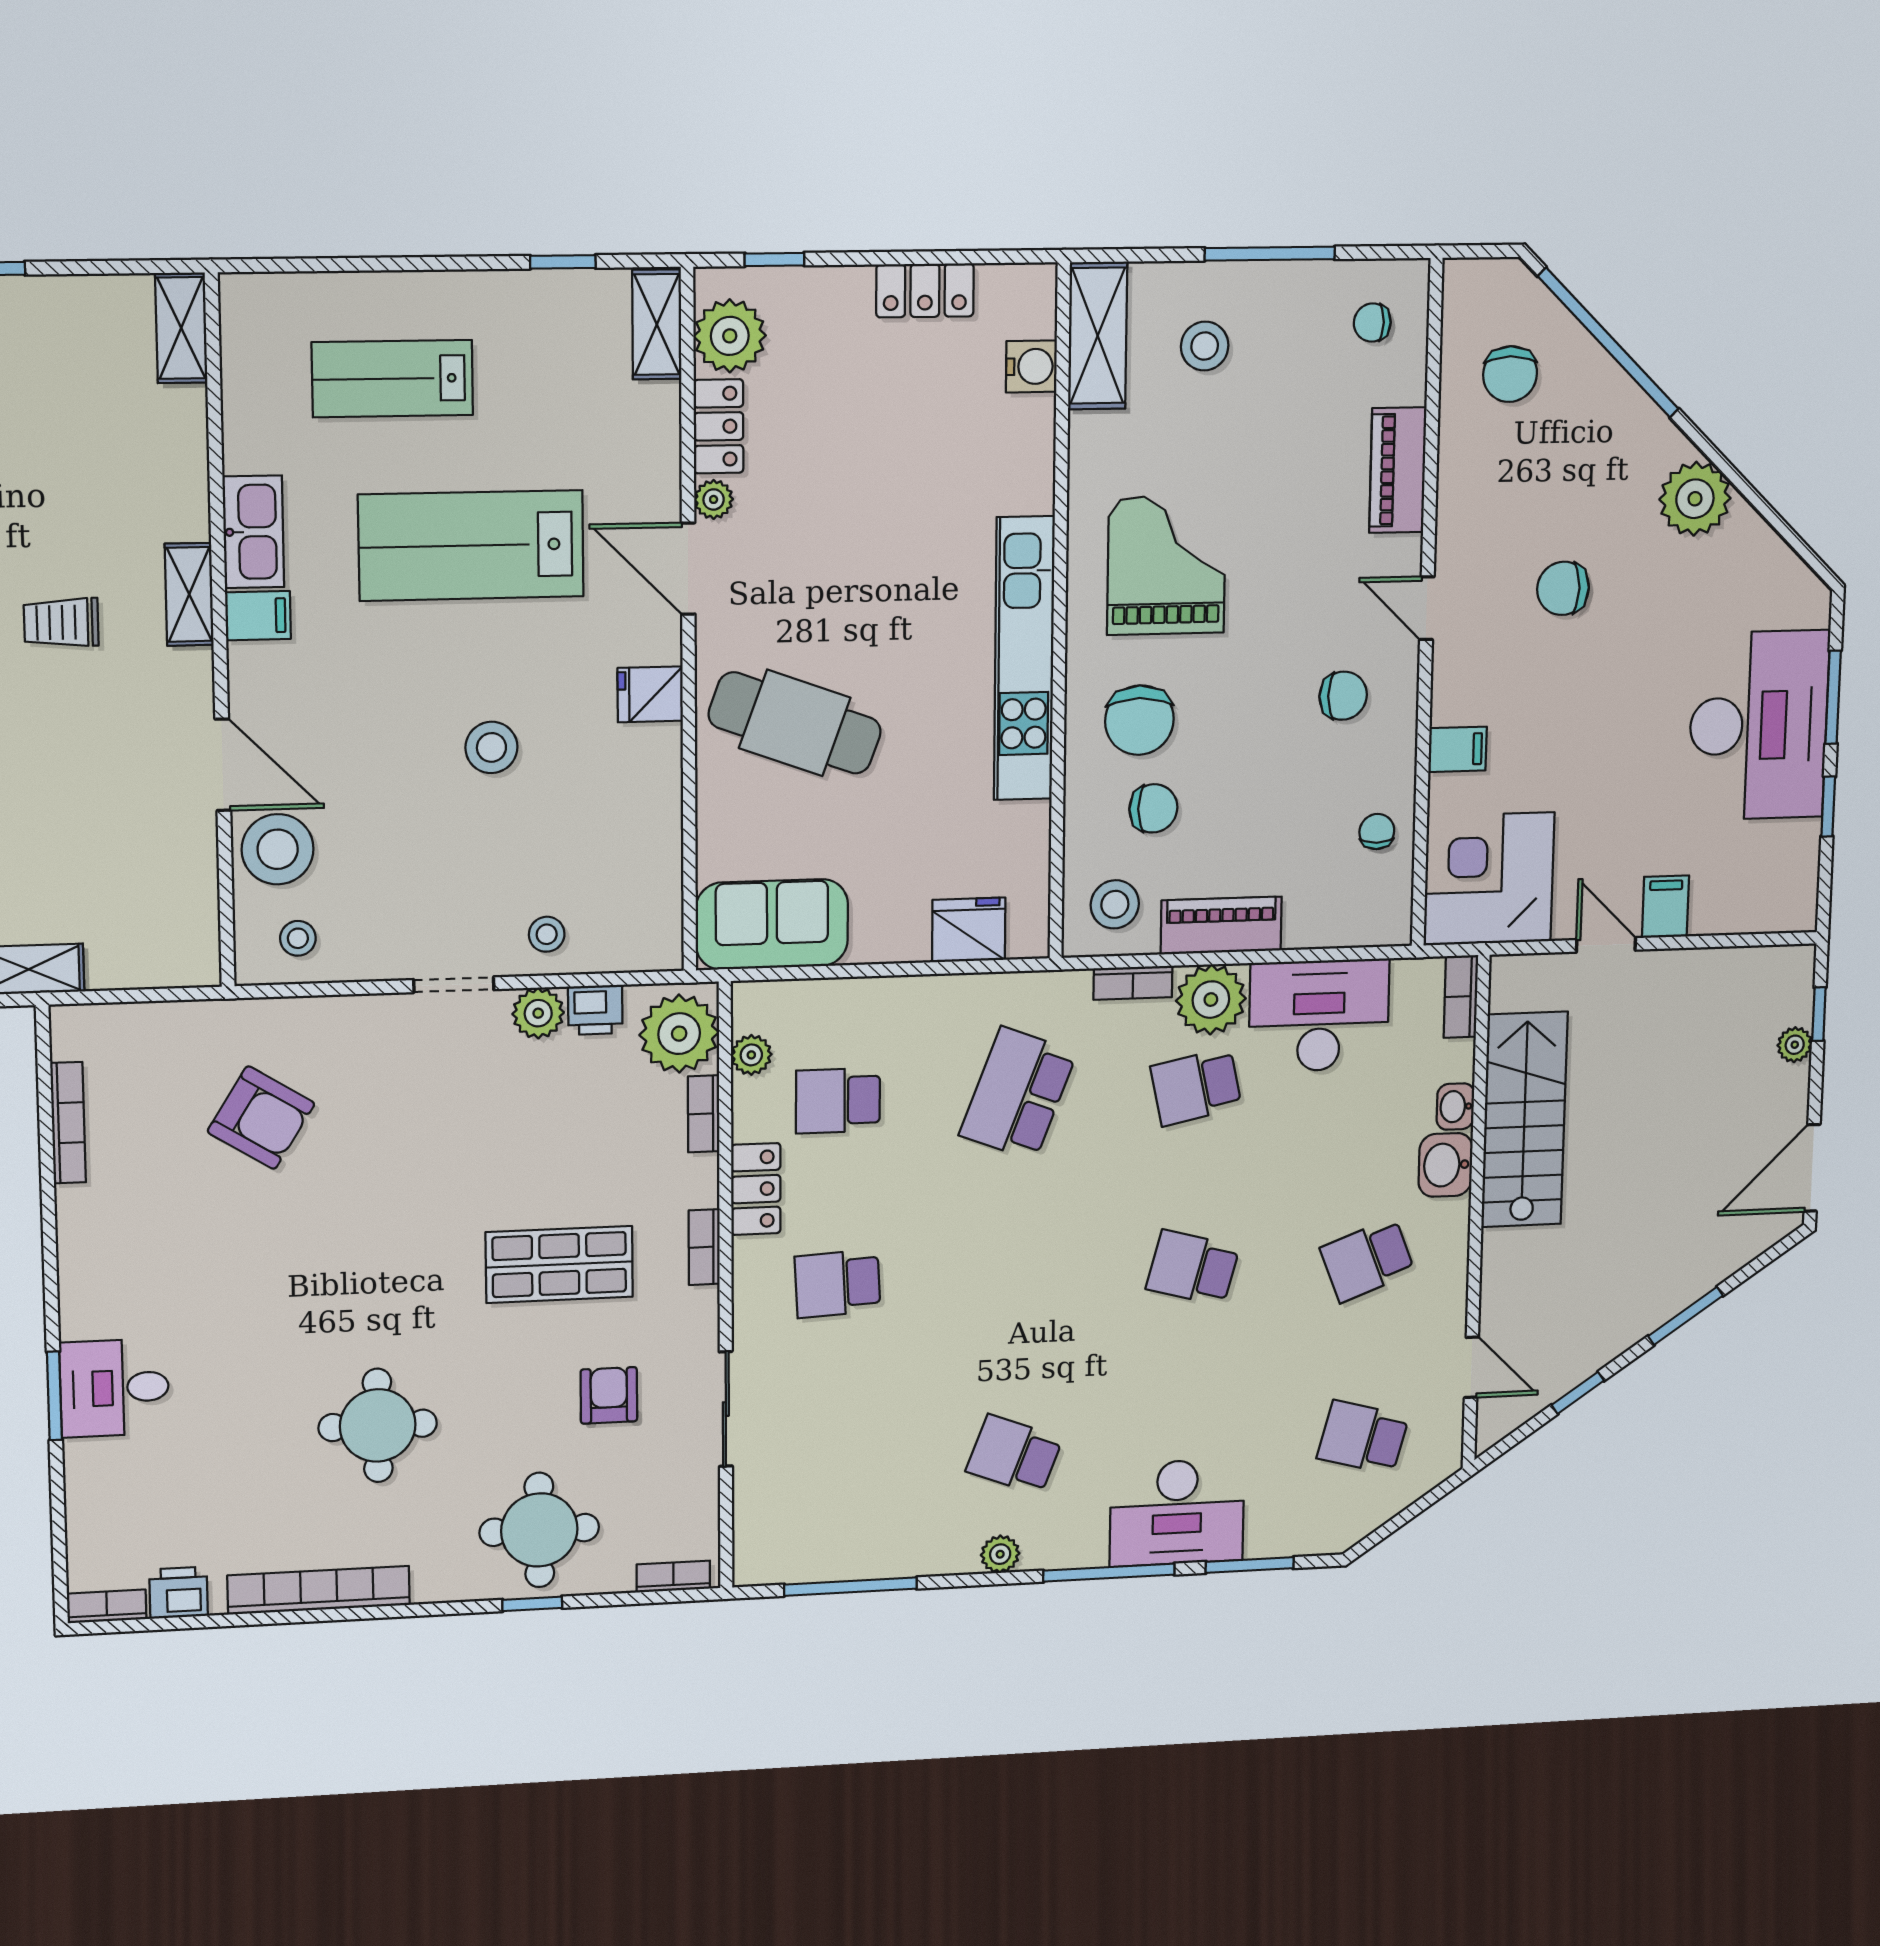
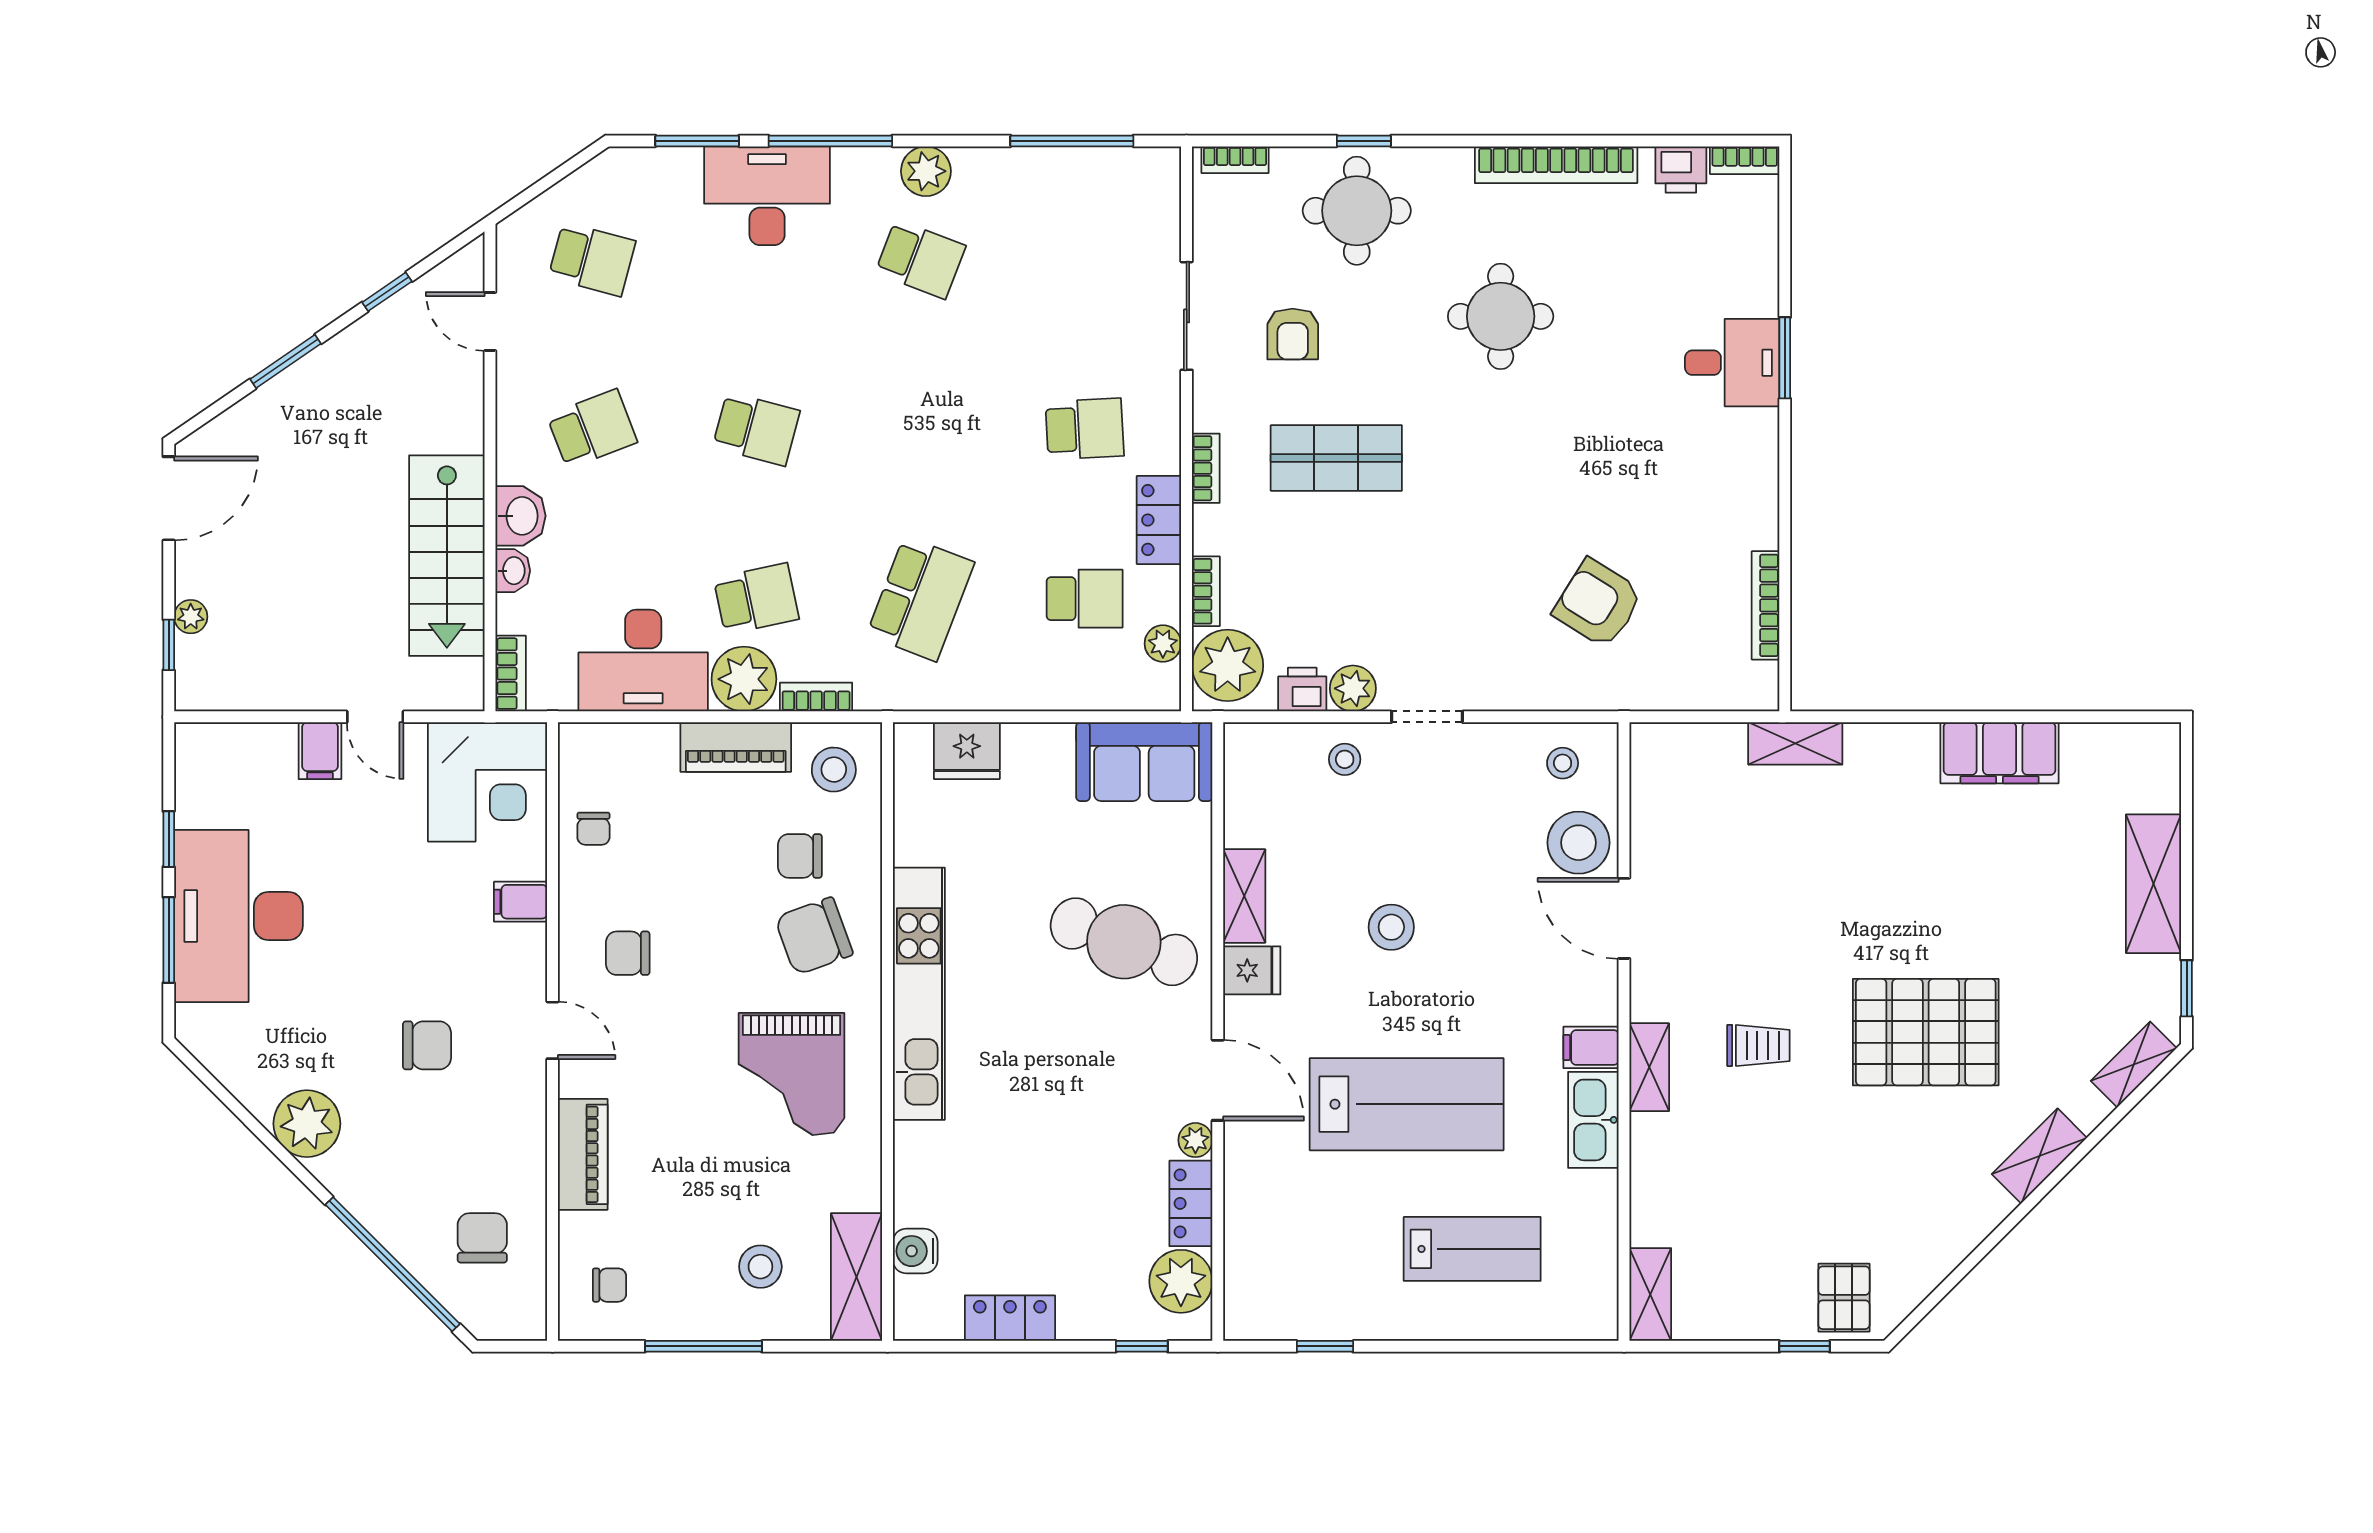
shelving: (657, 324) -> (1244, 896), moved
chair: (1139, 720) -> (814, 936), turned -110
plant: (1000, 1554) -> (926, 171), width x1.38, depth x1.38

